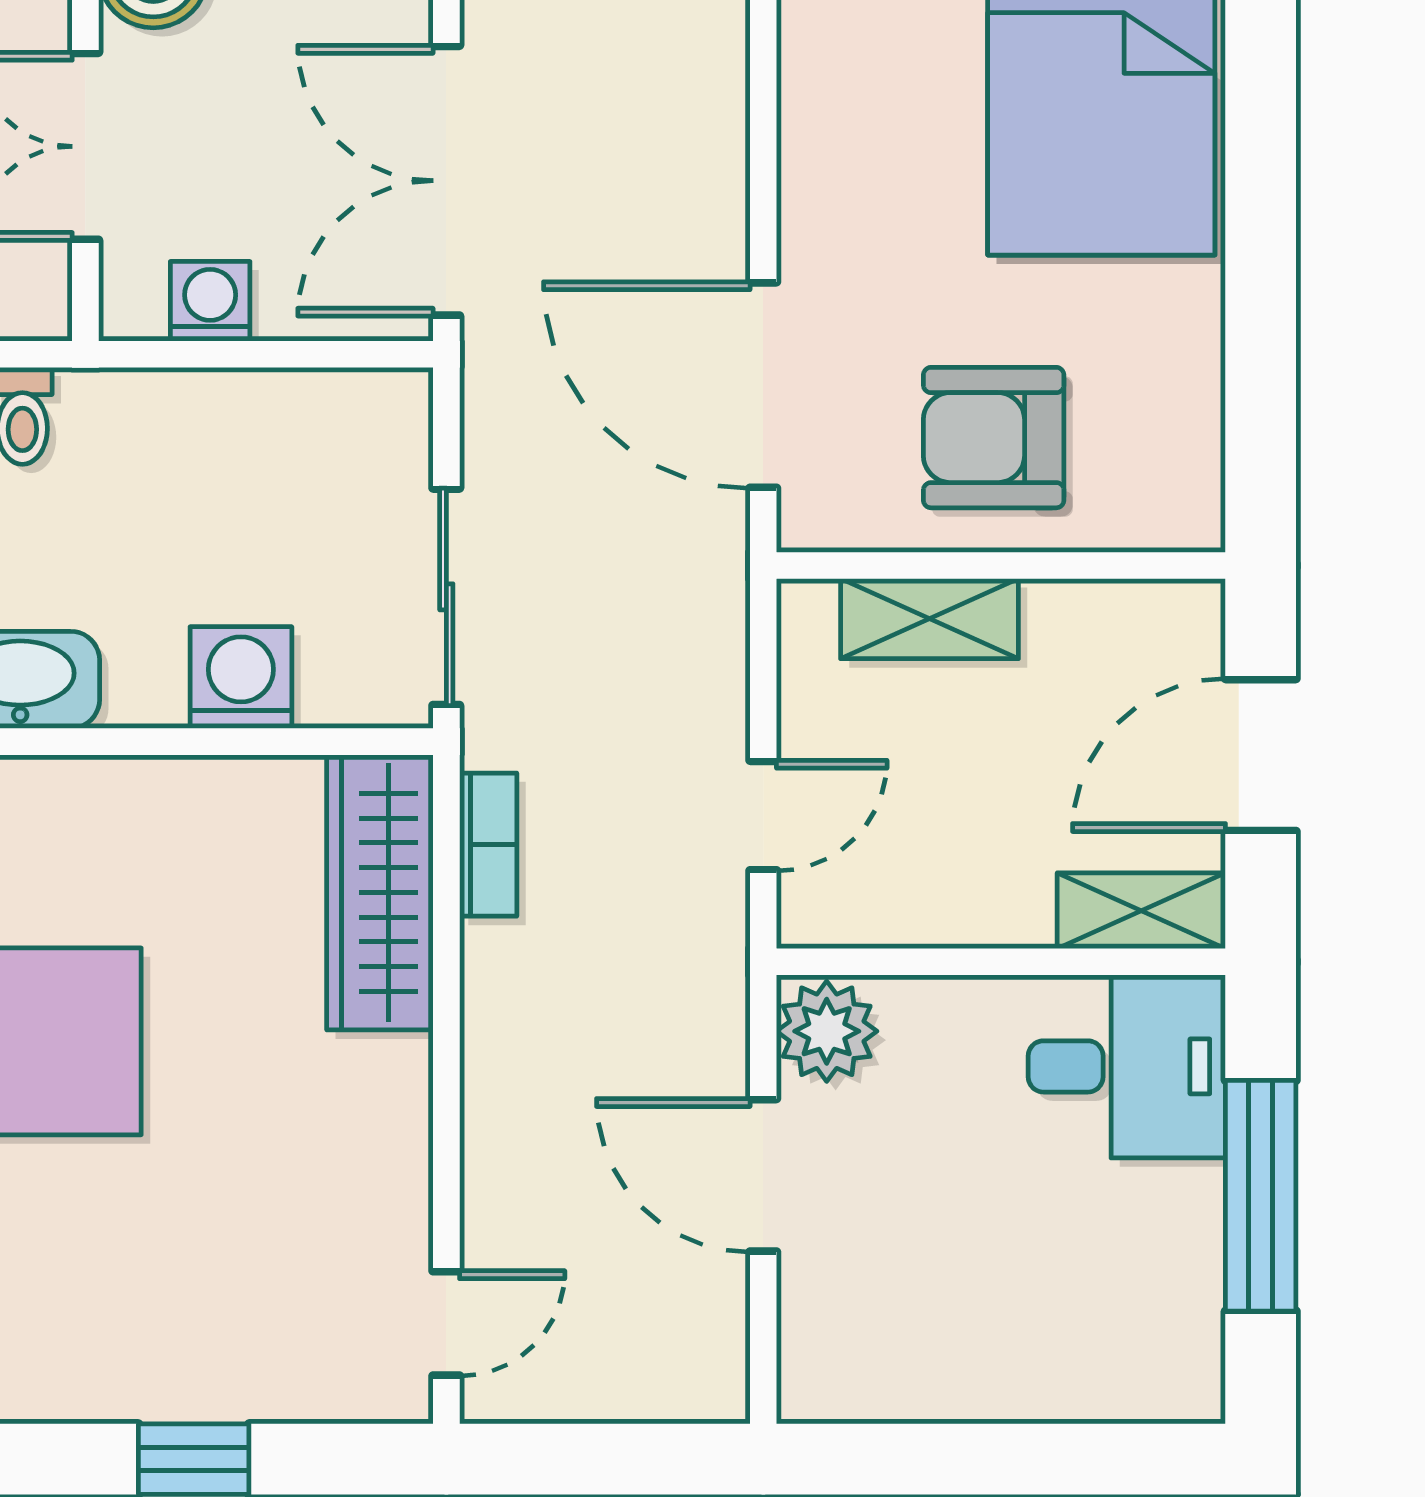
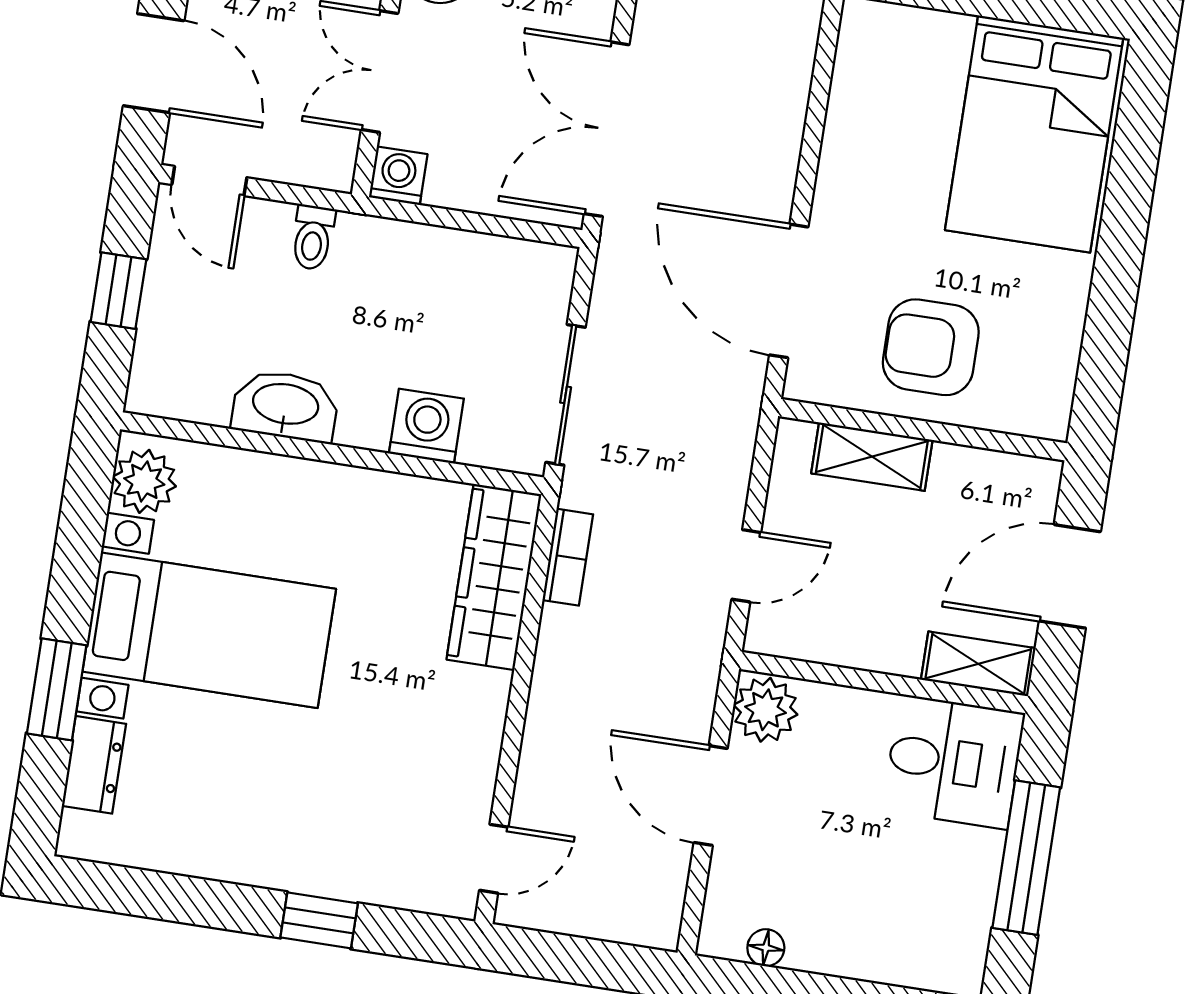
washing machine: (210, 301) -> (398, 176), moved
floor lamp: (884, 1395) -> (766, 948), added

